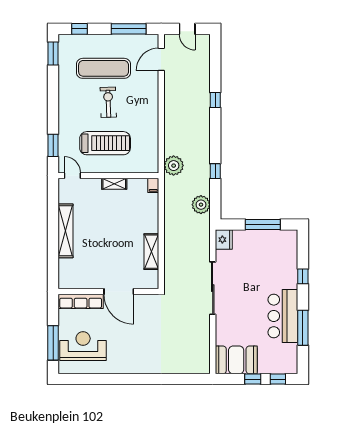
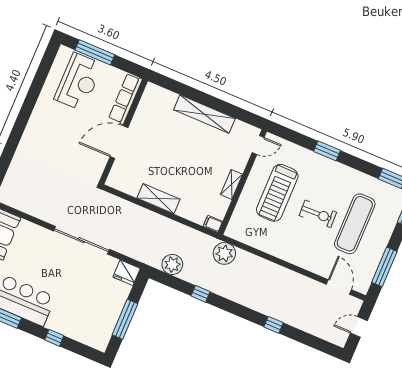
window: (53, 145) -> (327, 151), moved
shelving: (151, 252) -> (159, 199), moved

